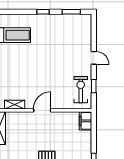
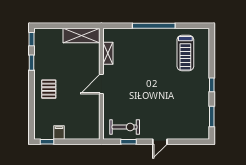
door: (42, 110) -> (101, 84), swing flipped
filing cabinet: (86, 121) -> (59, 132), moved, width x0.50

